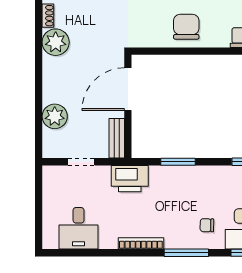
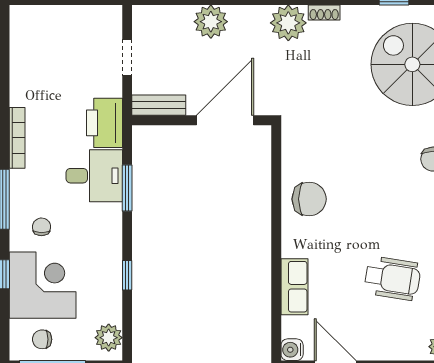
door: (128, 89) -> (225, 120), hinge flipped
plant: (55, 116) -> (211, 22), moved
desk: (79, 228) -> (94, 176), moved, turned 180

